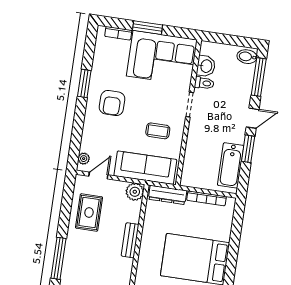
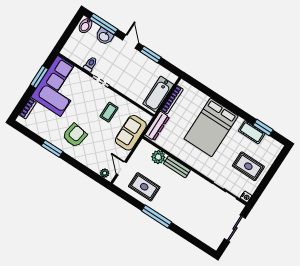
window: (148, 28) -> (39, 77), moved
washbasin: (206, 66) -> (104, 37), moved, turned 180
armchair: (112, 103) -> (75, 135), turned -81
bathtub: (231, 165) -> (158, 94), moved, turned 90
sofa: (145, 168) -> (131, 133), width x0.73
plant: (135, 192) -> (158, 157), moved
window: (58, 258) -> (157, 216), moved

